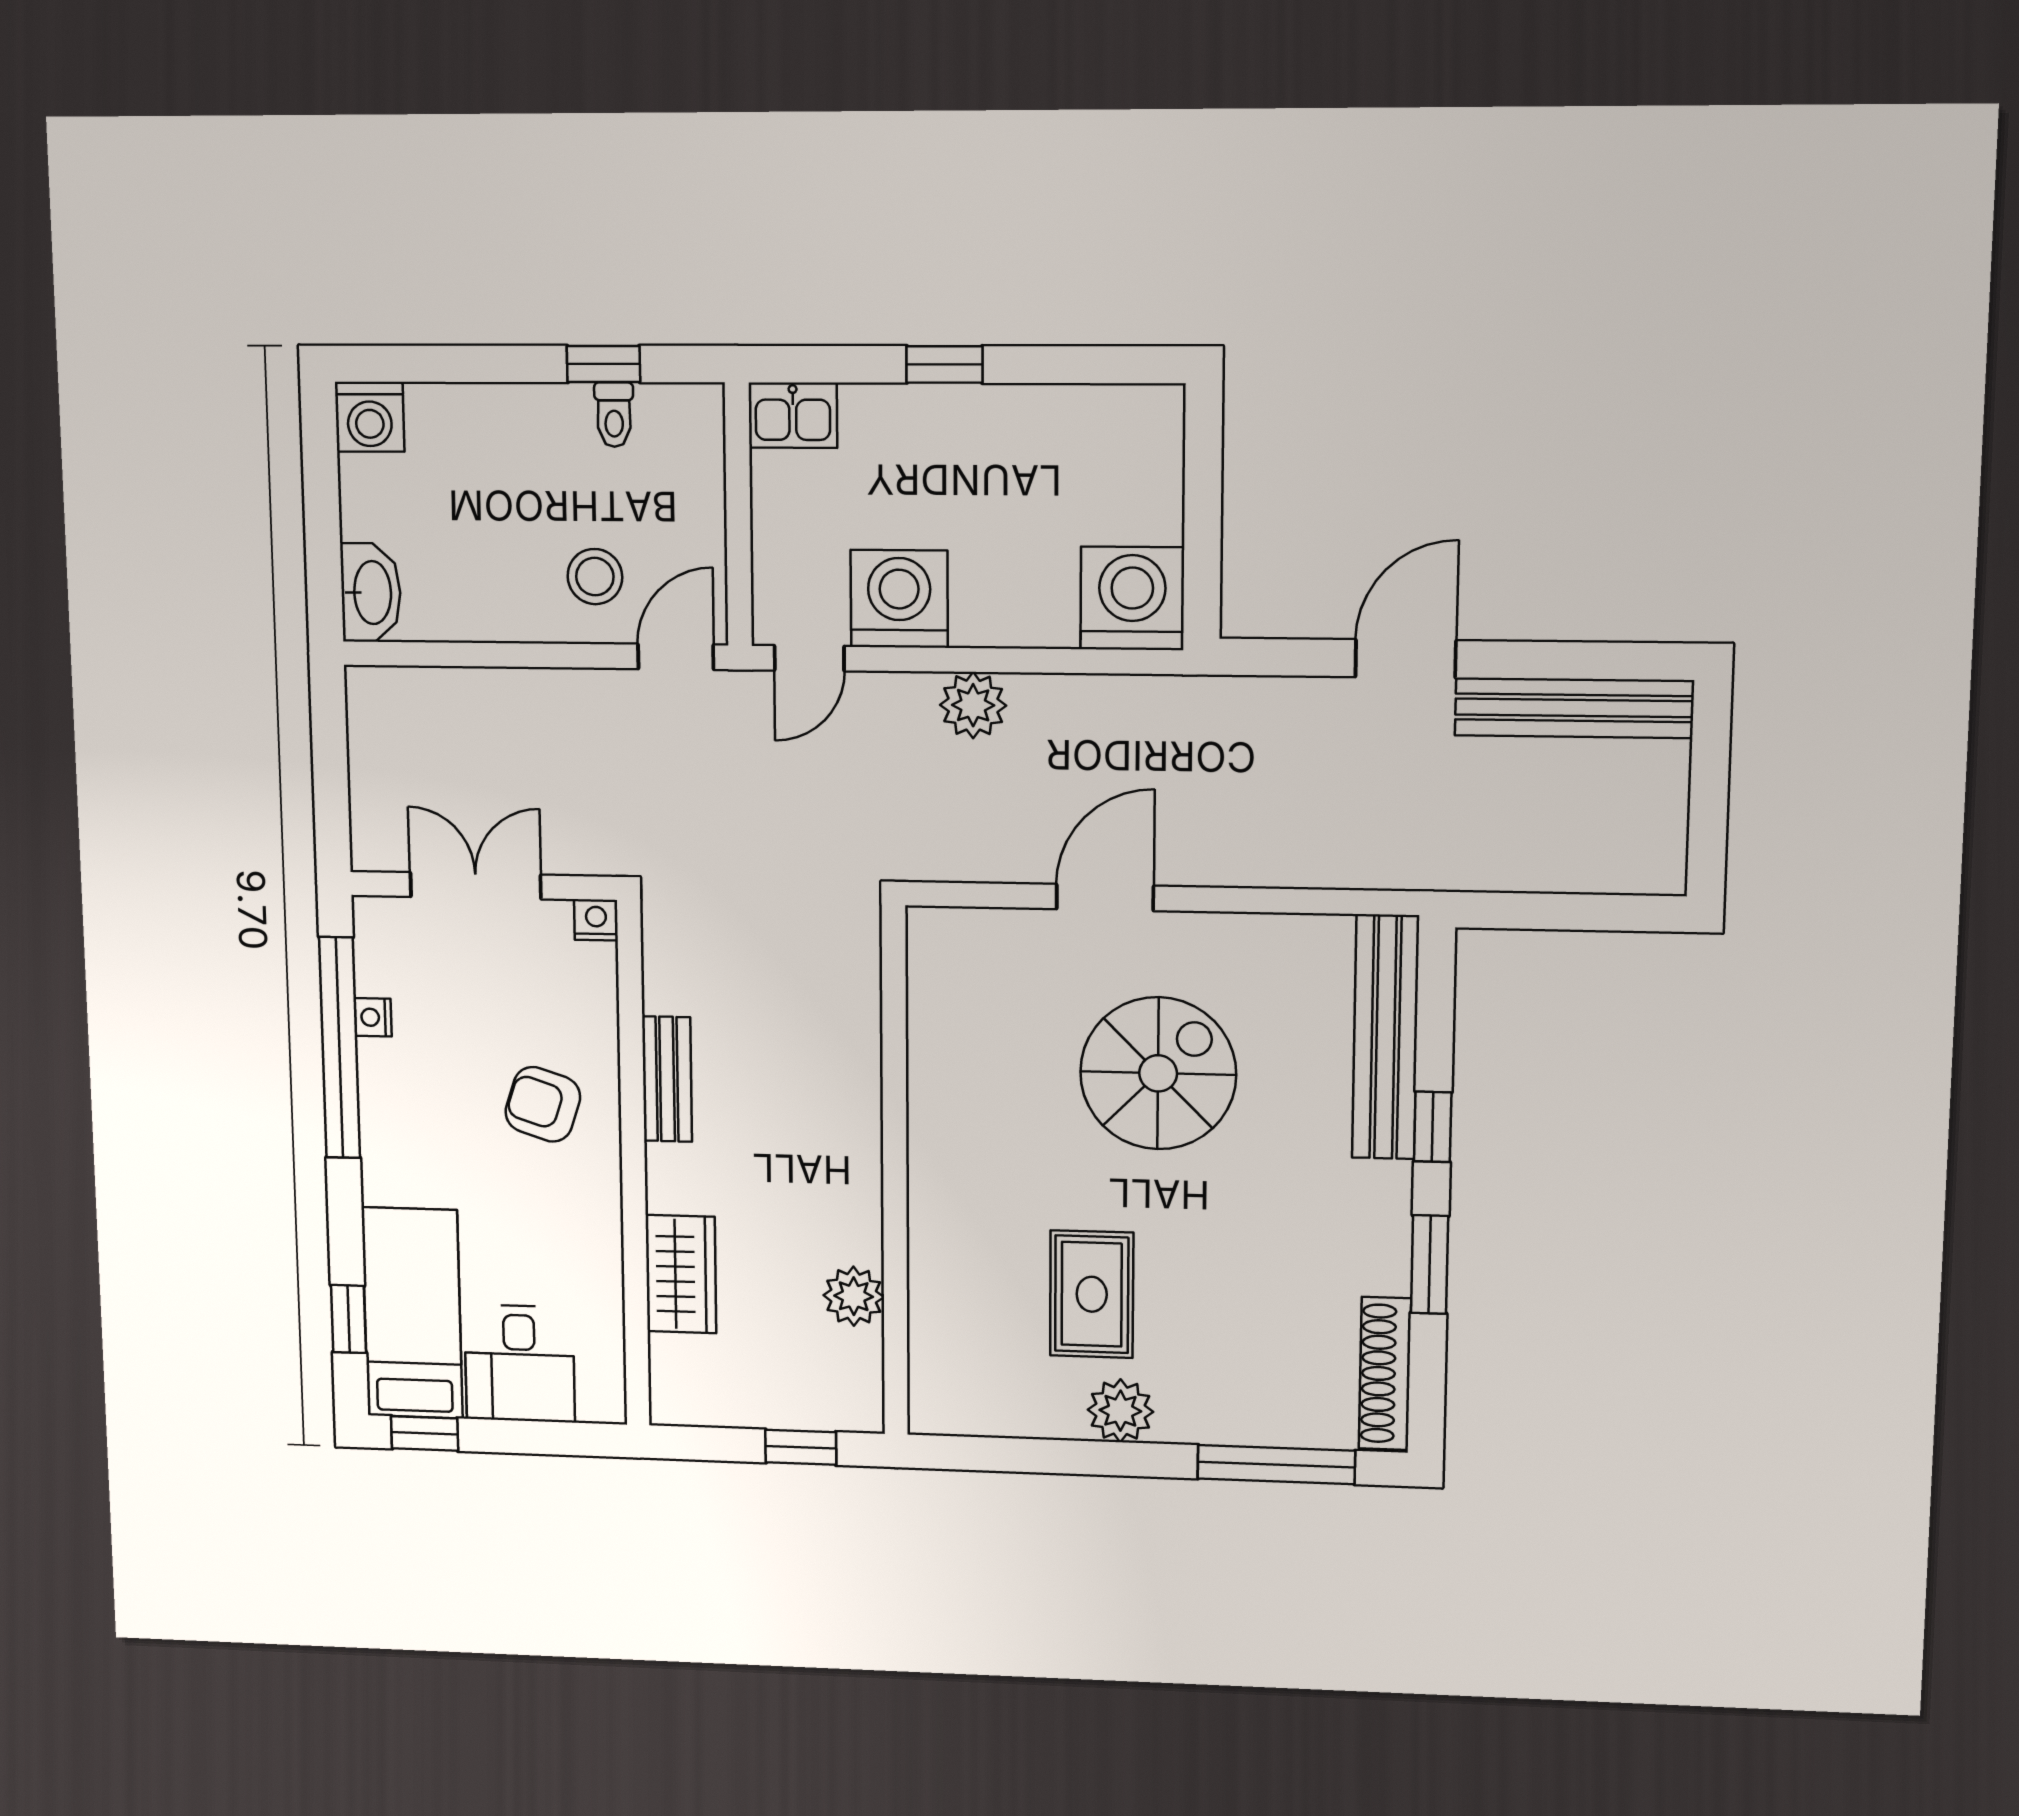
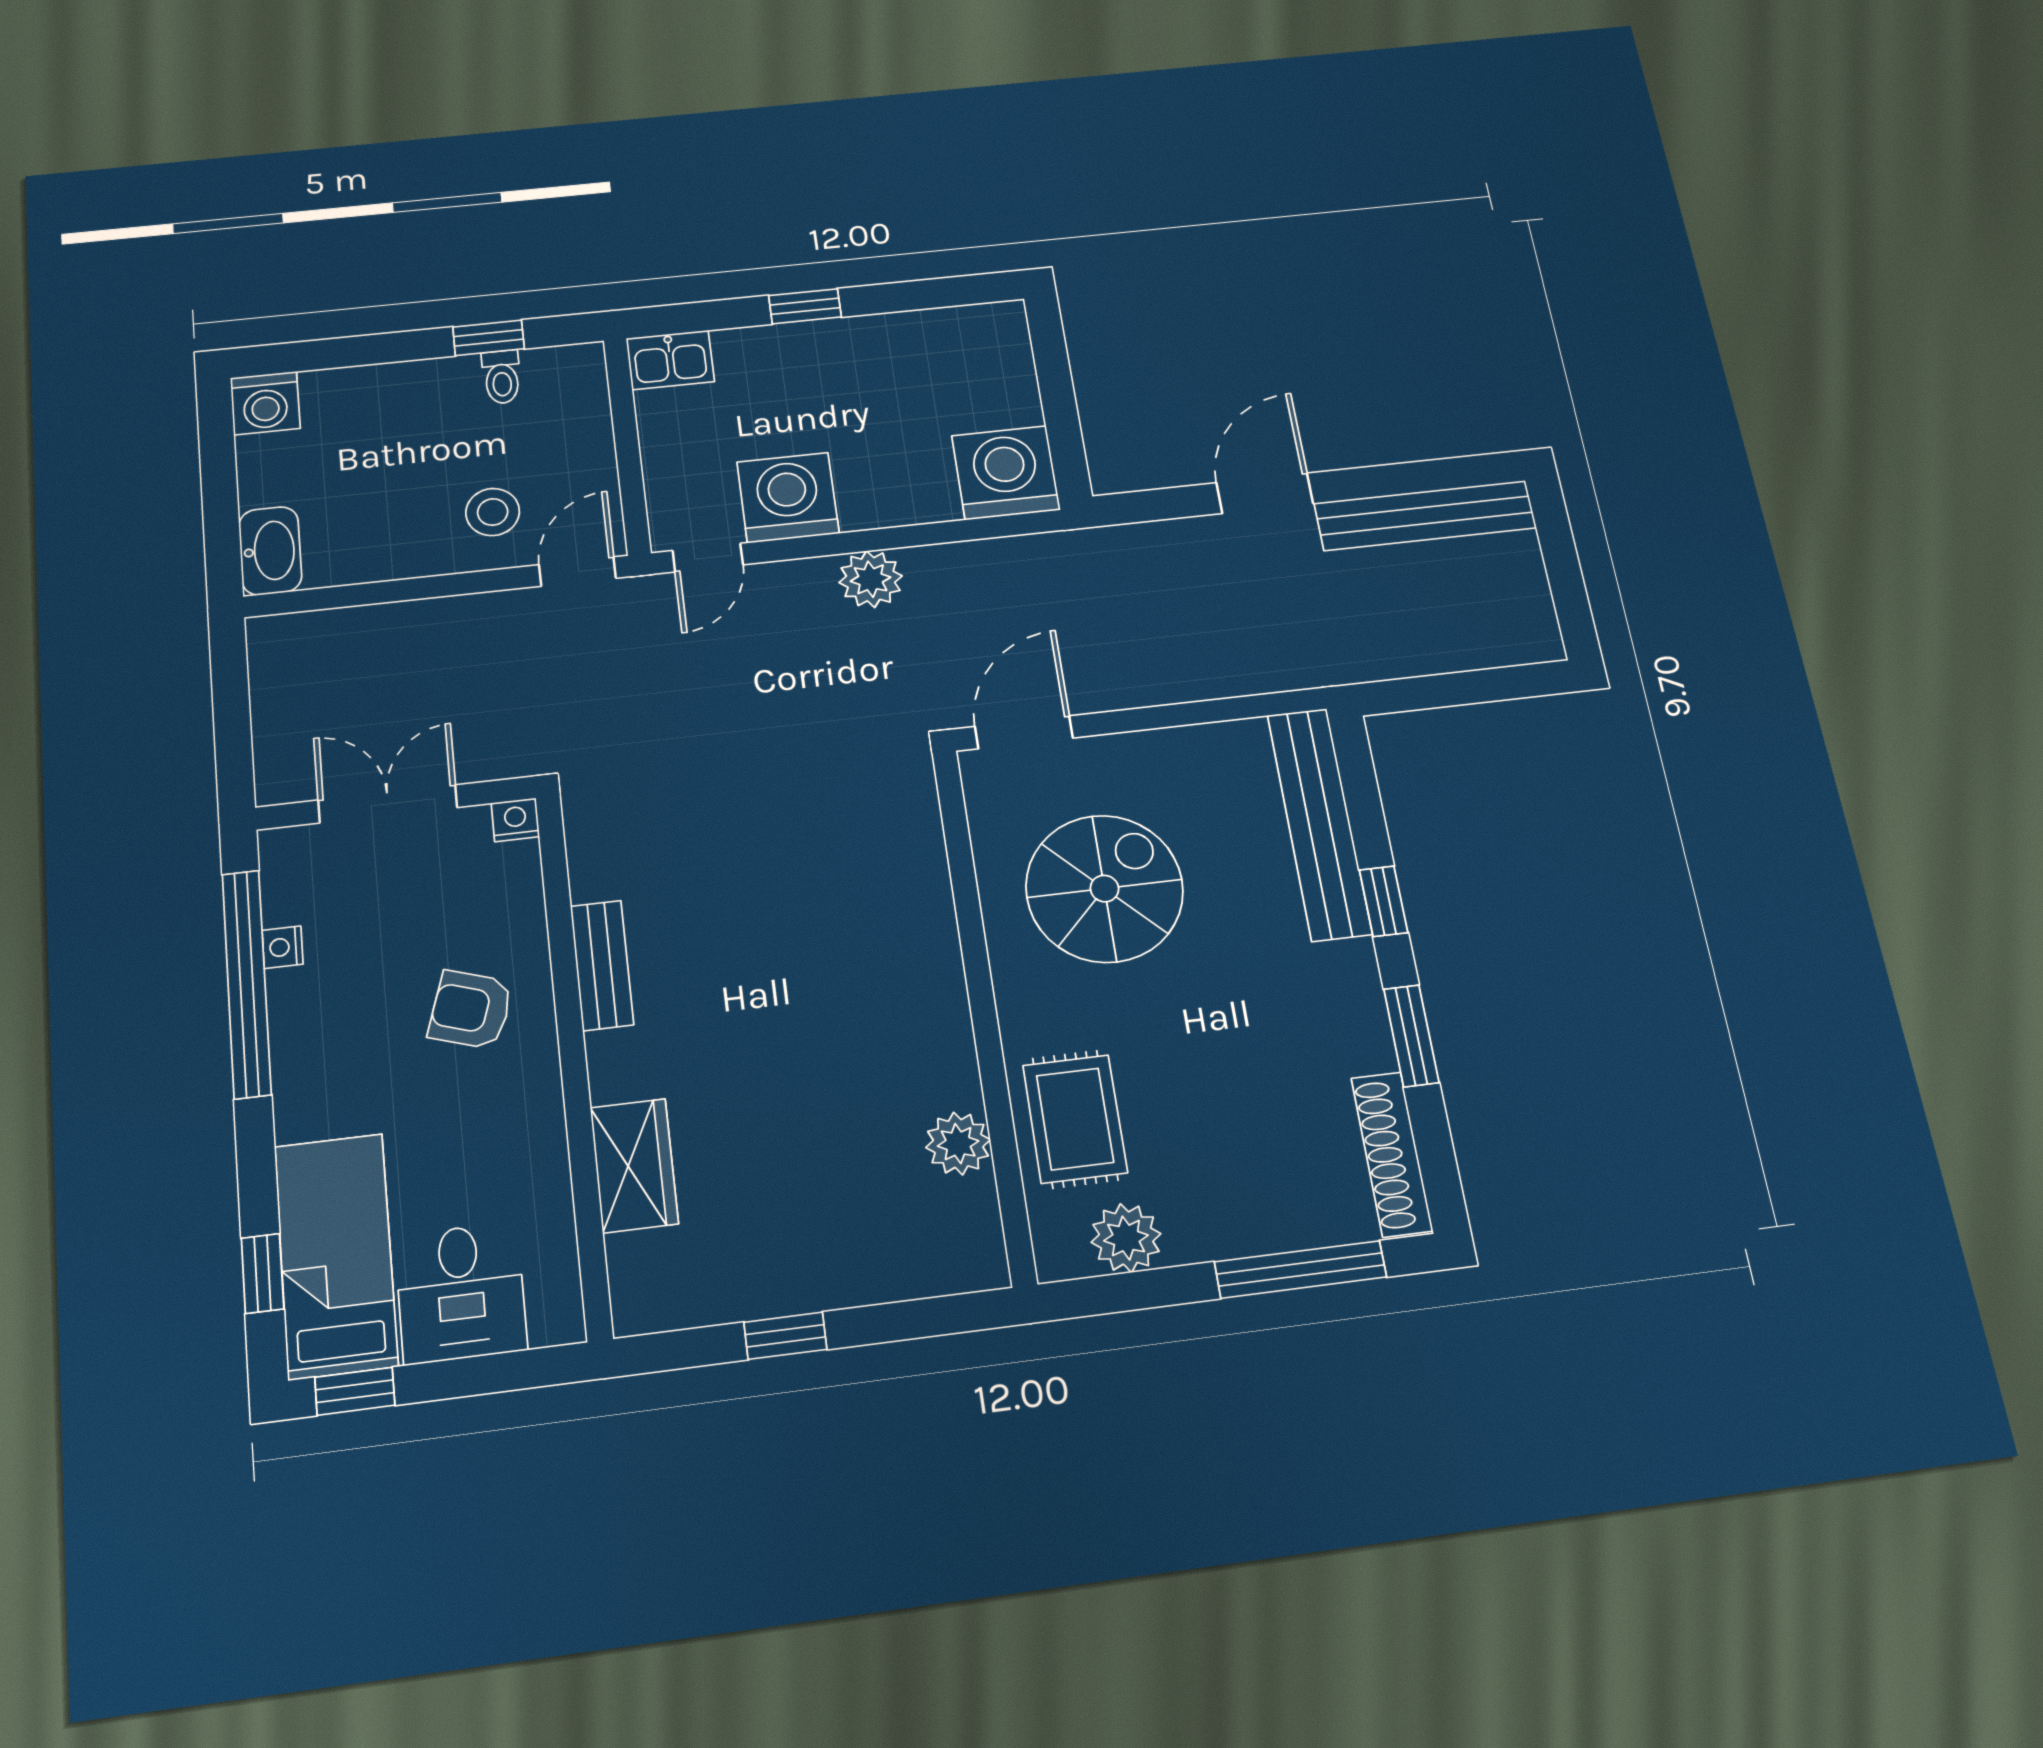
wall: (895, 1173) -> (983, 1010), moved
plant: (854, 1296) -> (958, 1144), moved

